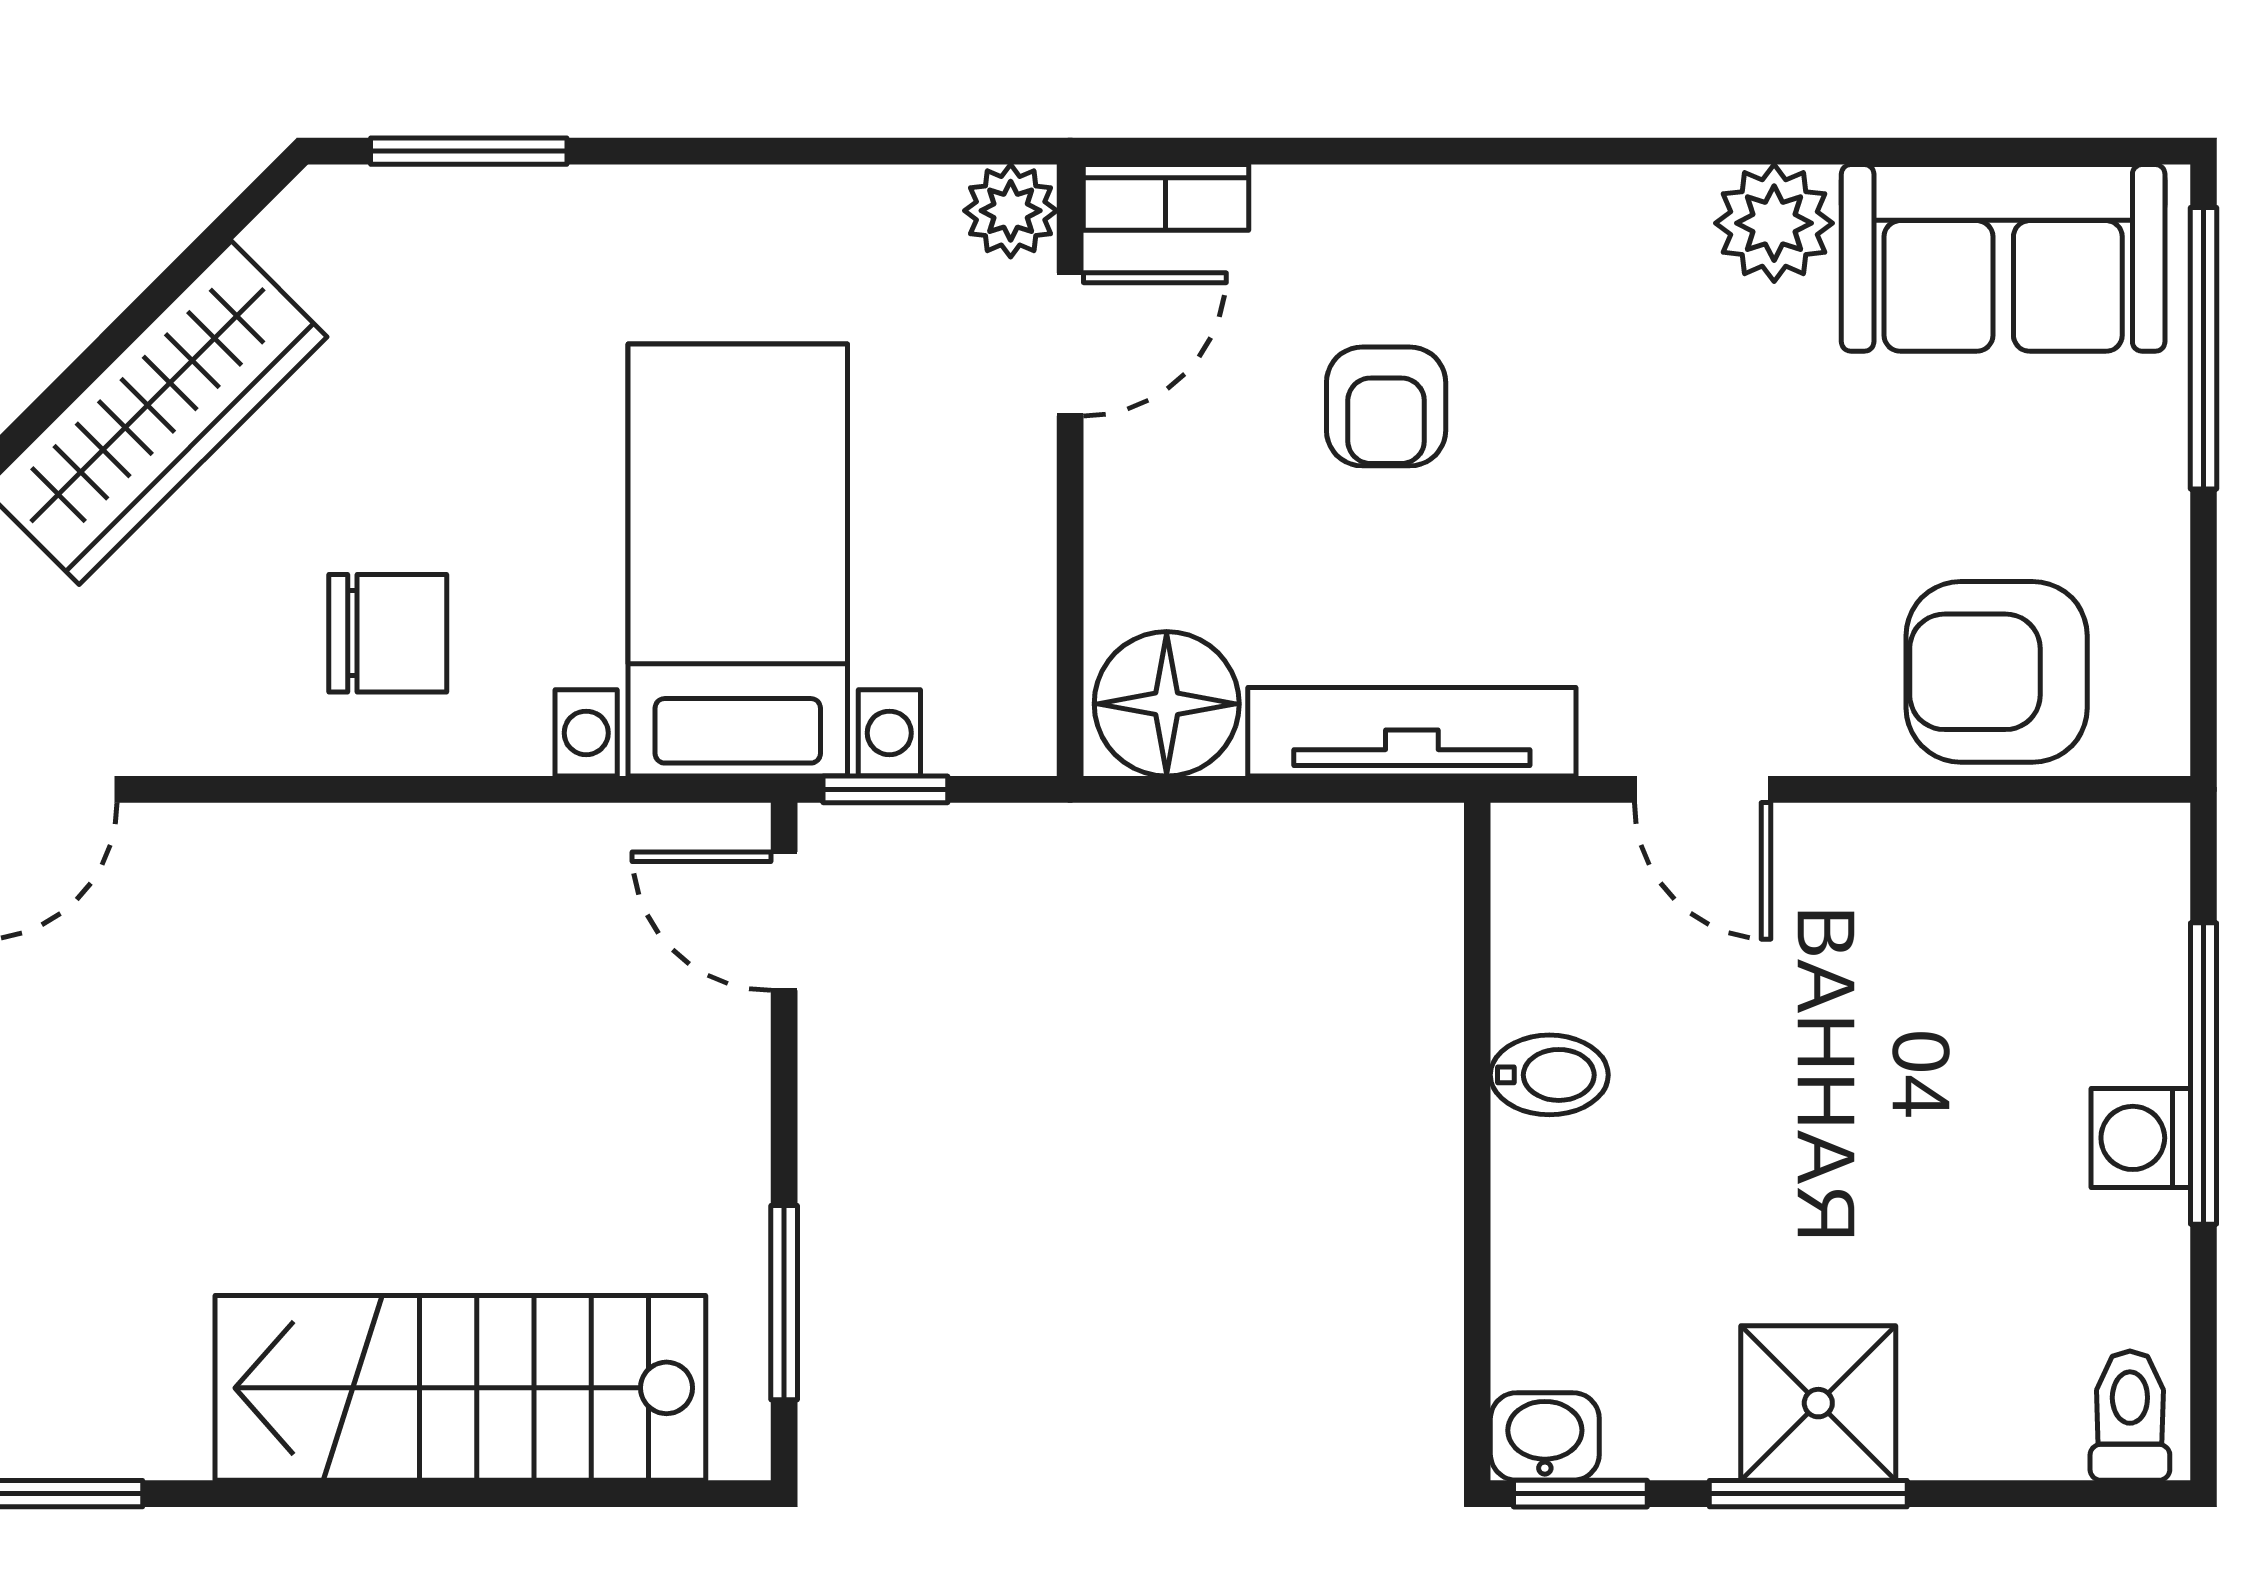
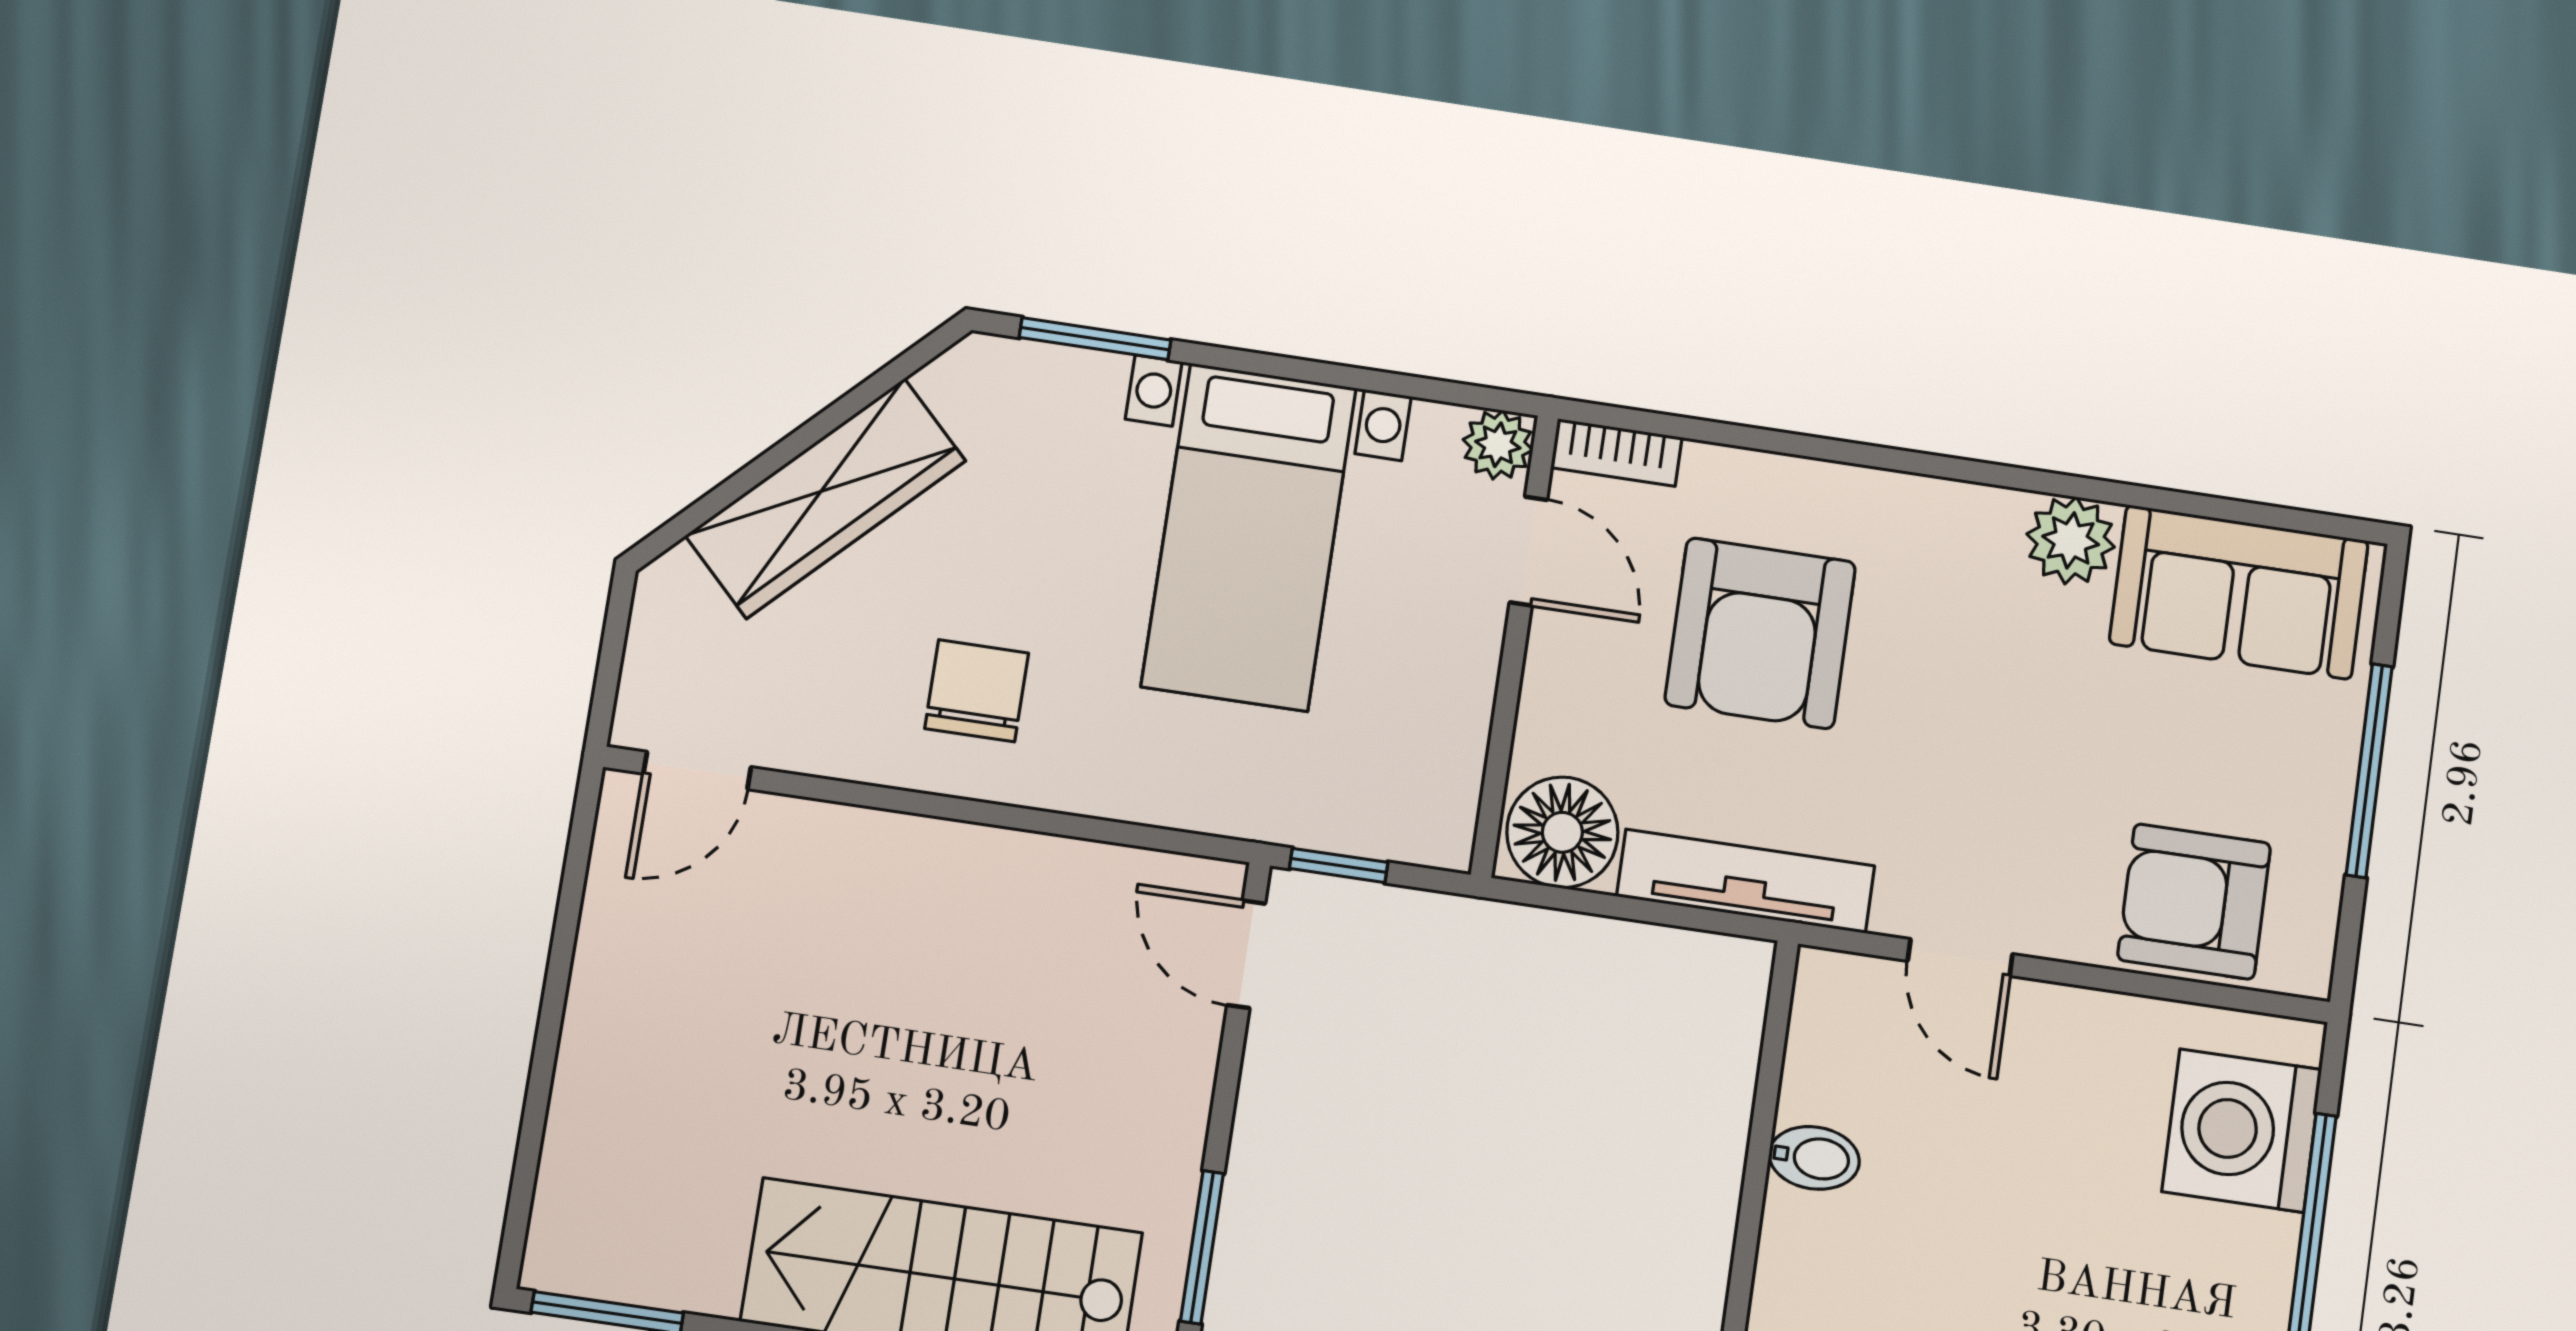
door: (1070, 344) -> (1528, 551), hinge flipped
window: (2204, 348) -> (2369, 771), moved
armchair: (1386, 406) -> (1760, 633), width x1.88, depth x1.88
bed with nightstands: (738, 560) -> (1249, 537), moved, turned 180
chair: (388, 633) -> (977, 691), turned -90
washing machine: (2141, 1138) -> (2242, 1131), moved, width x1.89, depth x1.89

